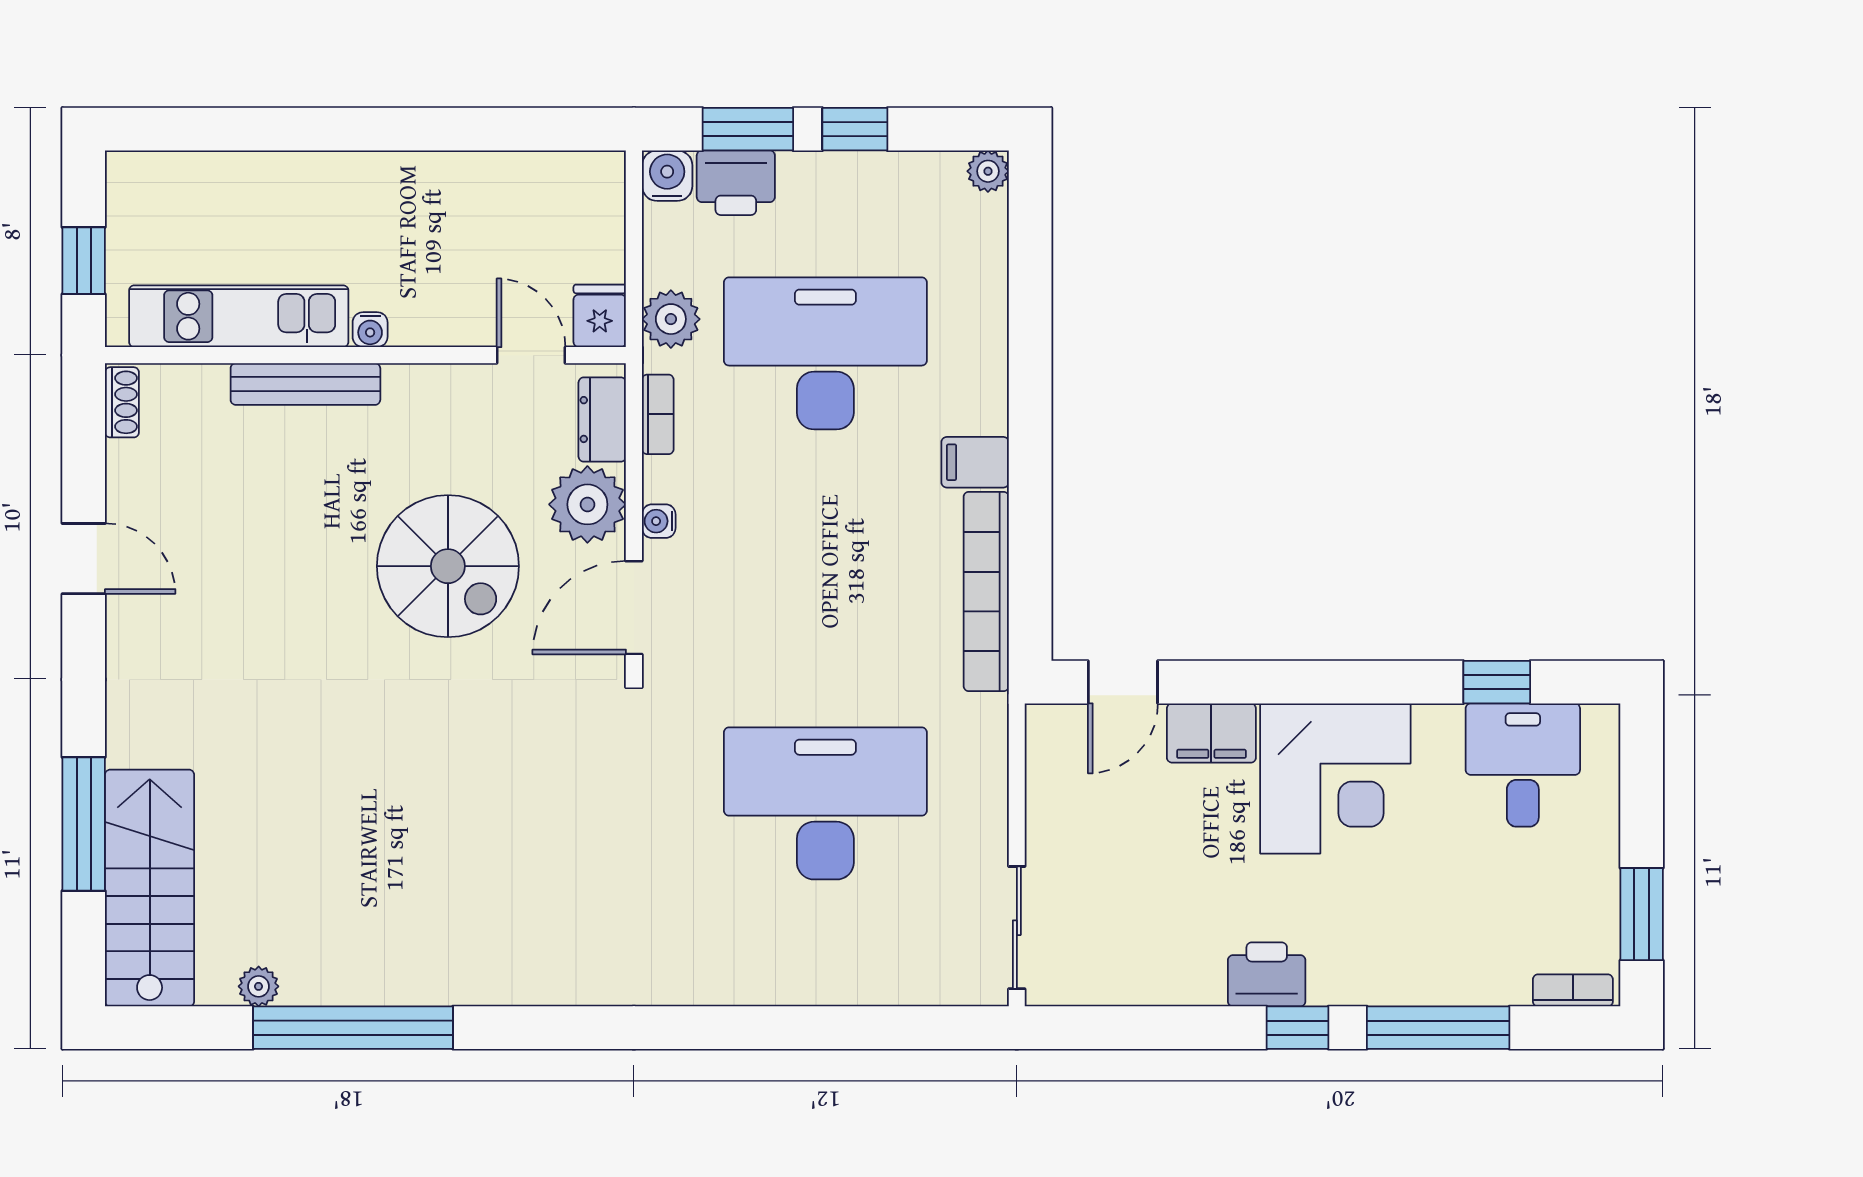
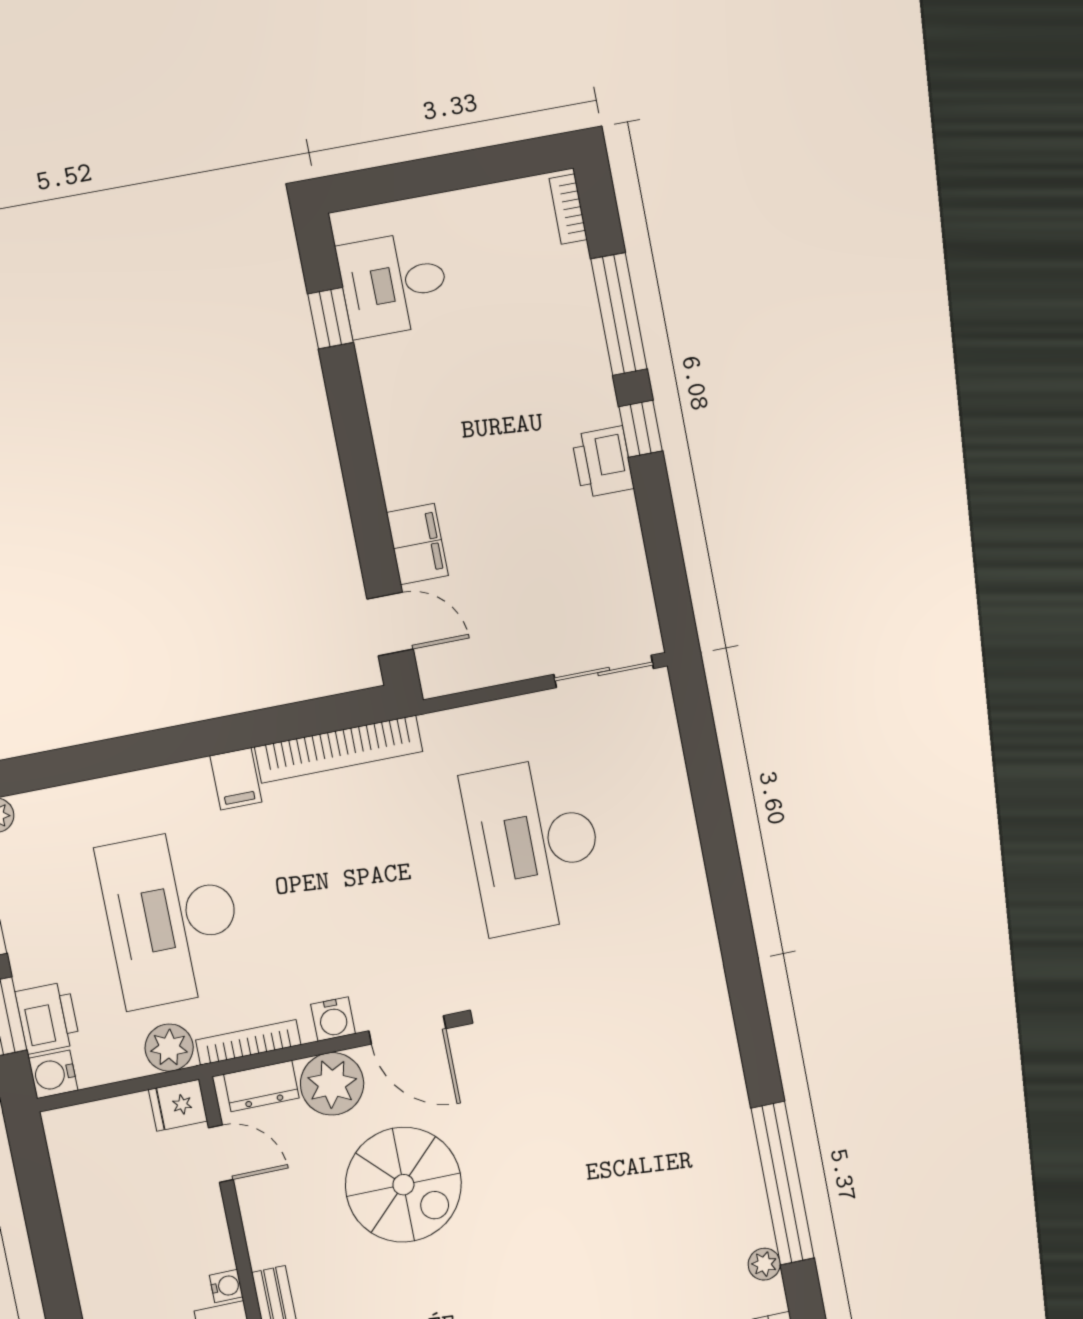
door: (531, 355) -> (221, 1154), swing flipped
bookcase: (658, 414) -> (248, 1042), width x1.56
water cooler: (659, 521) -> (333, 1019), width x1.38, depth x1.38
spiral stairs: (448, 566) -> (403, 1185), turned 90
corner desk: (1335, 779) -> (434, 436), removed
window: (1642, 914) -> (496, 164), removed

